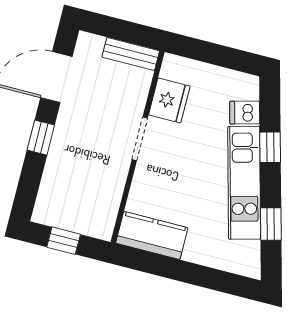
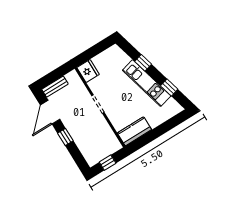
bench: (131, 54) -> (55, 87), moved
fridge: (169, 100) -> (88, 71), moved
dishwasher: (245, 113) -> (123, 60), removed

